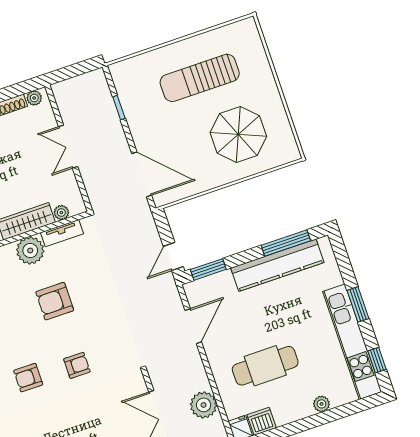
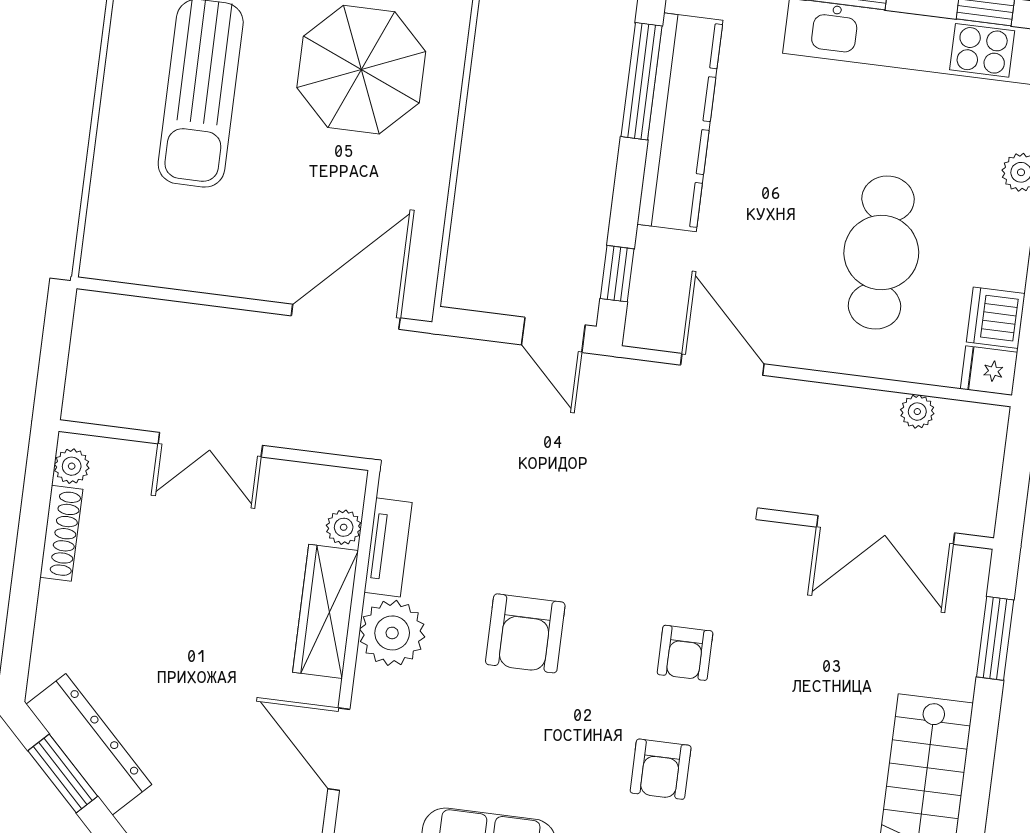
window: (119, 108) -> (180, 296), removed
window: (208, 269) -> (617, 274), width x0.67
armchair: (77, 365) -> (685, 653), turned 180
plant: (204, 405) -> (917, 412), width x0.53, depth x0.53

